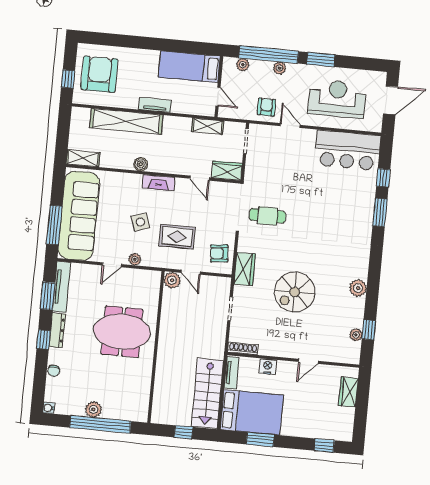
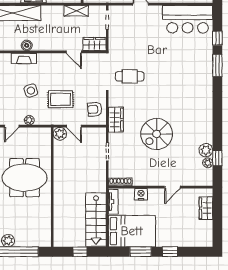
fireplace: (159, 183) -> (24, 58), moved
plant: (358, 288) -> (206, 150), moved
window: (324, 446) -> (170, 252), moved

